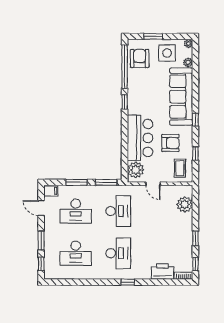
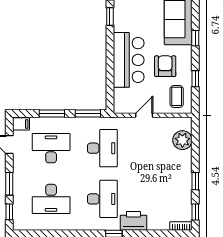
armchair: (170, 143) -> (165, 66), turned -90
plant: (136, 170) -> (123, 99), removed
door: (153, 184) -> (144, 115), swing flipped
desk: (76, 211) -> (51, 148), turned 180
printer: (163, 271) -> (133, 221), moved

